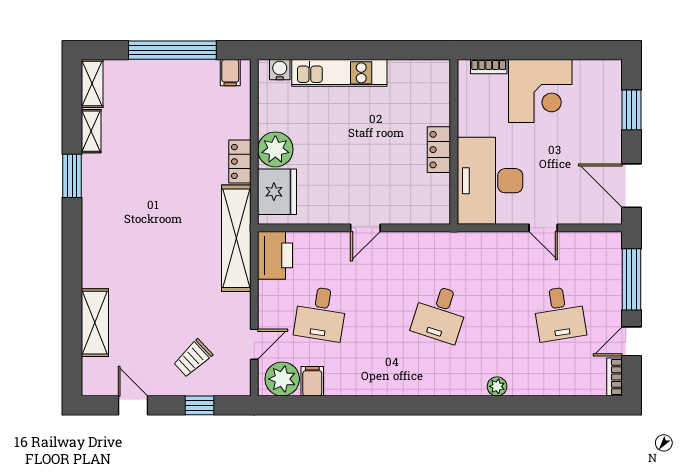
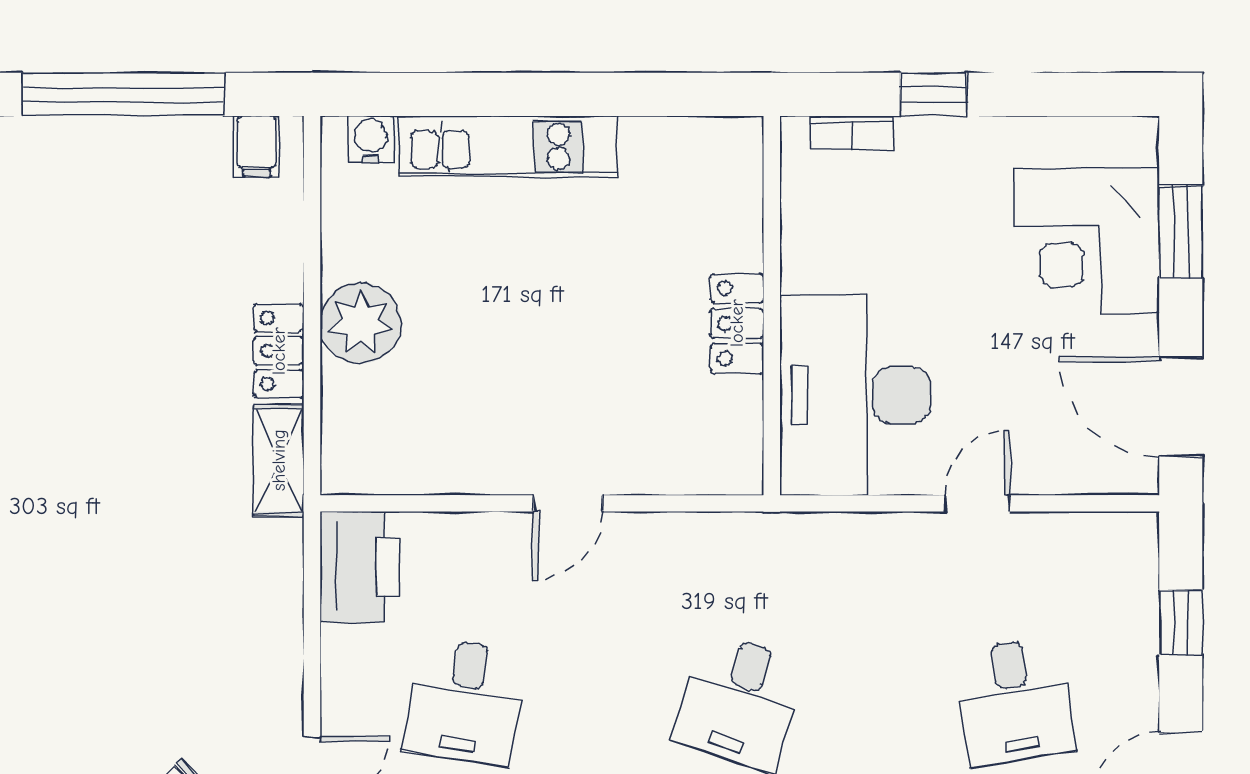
window: (524, 50) -> (933, 94), added
corner desk: (540, 91) -> (1087, 240), moved, turned 90
fridge: (277, 192) -> (364, 420), removed
door: (543, 228) -> (977, 503), swing flipped
shelving: (236, 238) -> (279, 460), width x0.45, depth x0.75
window: (631, 279) -> (1181, 622), width x0.46

